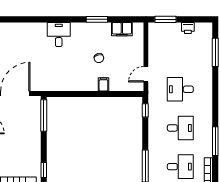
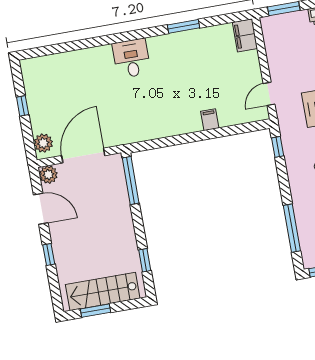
filing cabinet: (122, 29) -> (245, 35), moved, turned 90
chair: (99, 58) -> (196, 82), removed

